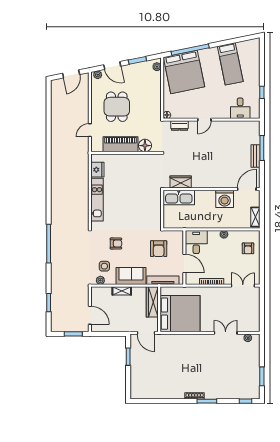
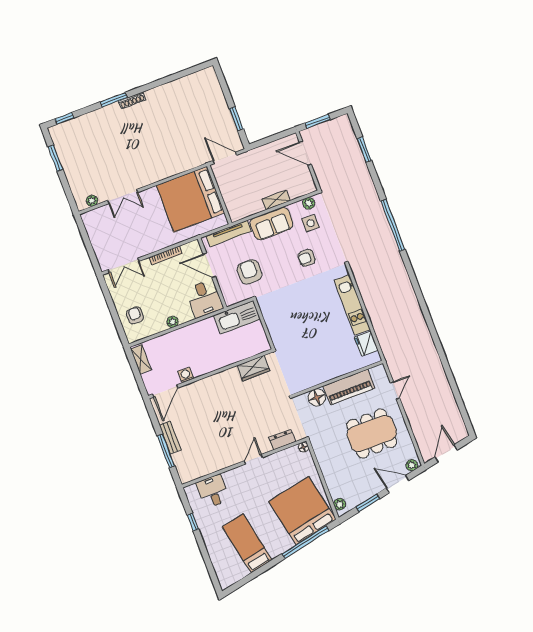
dining table: (117, 107) -> (372, 434), width x1.38
kitchen sink: (179, 198) -> (237, 317), moved, turned 180
washing machine: (225, 199) -> (186, 375), width x0.53, depth x0.53
wardrobe: (152, 302) -> (232, 201), removed

